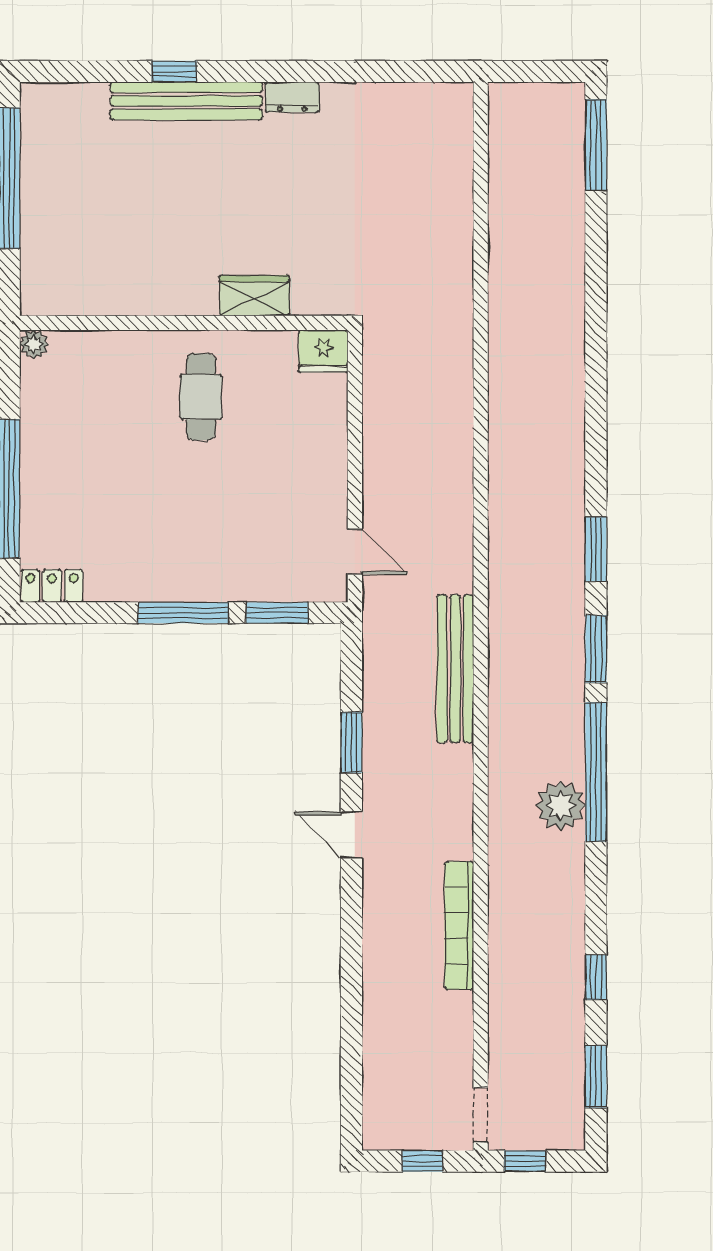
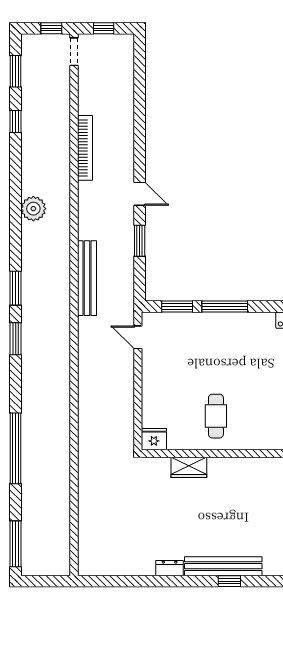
window: (596, 772) -> (16, 448), moved

